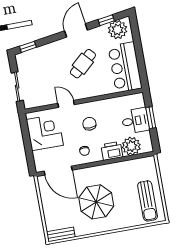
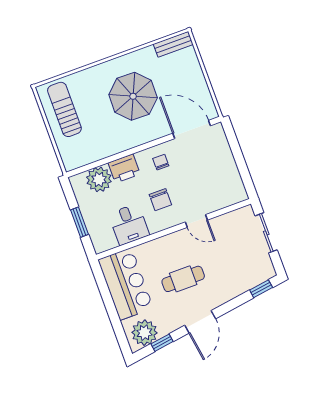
cafe table: (83, 64) -> (183, 279), turned 42
desk: (135, 121) -> (129, 224), moved, turned -90
corner desk: (45, 132) -> (218, 178), removed

